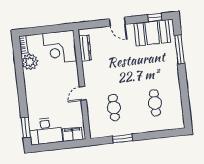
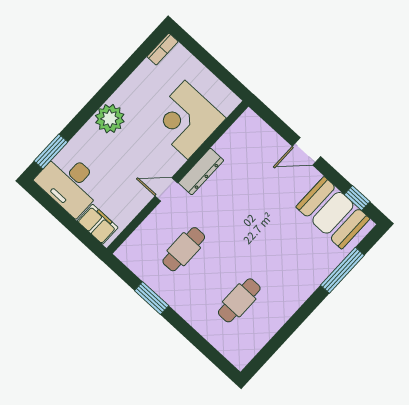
door: (117, 22) -> (306, 151), hinge flipped
corner desk: (60, 47) -> (186, 120), moved
dresser: (85, 48) -> (201, 171), moved
plant: (30, 62) -> (110, 119), moved

